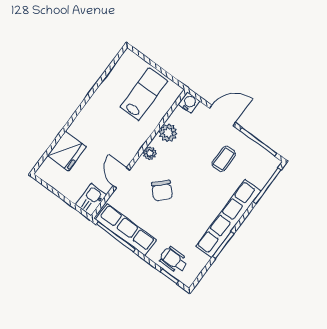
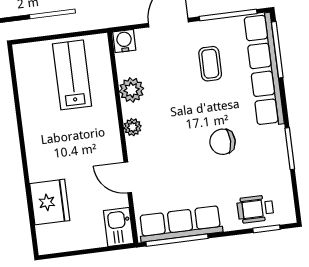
chair: (162, 191) -> (223, 142), moved, turned 135
row of seats: (228, 219) -> (264, 70), moved

